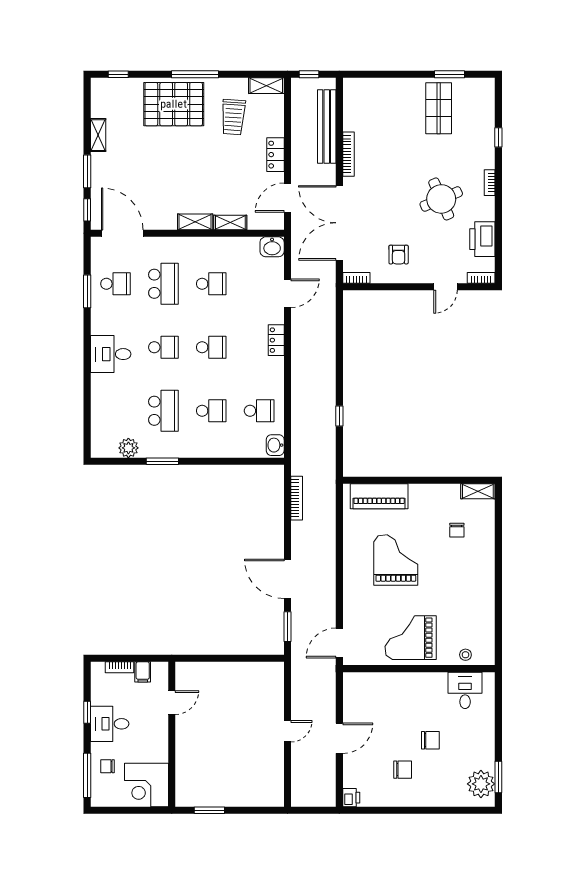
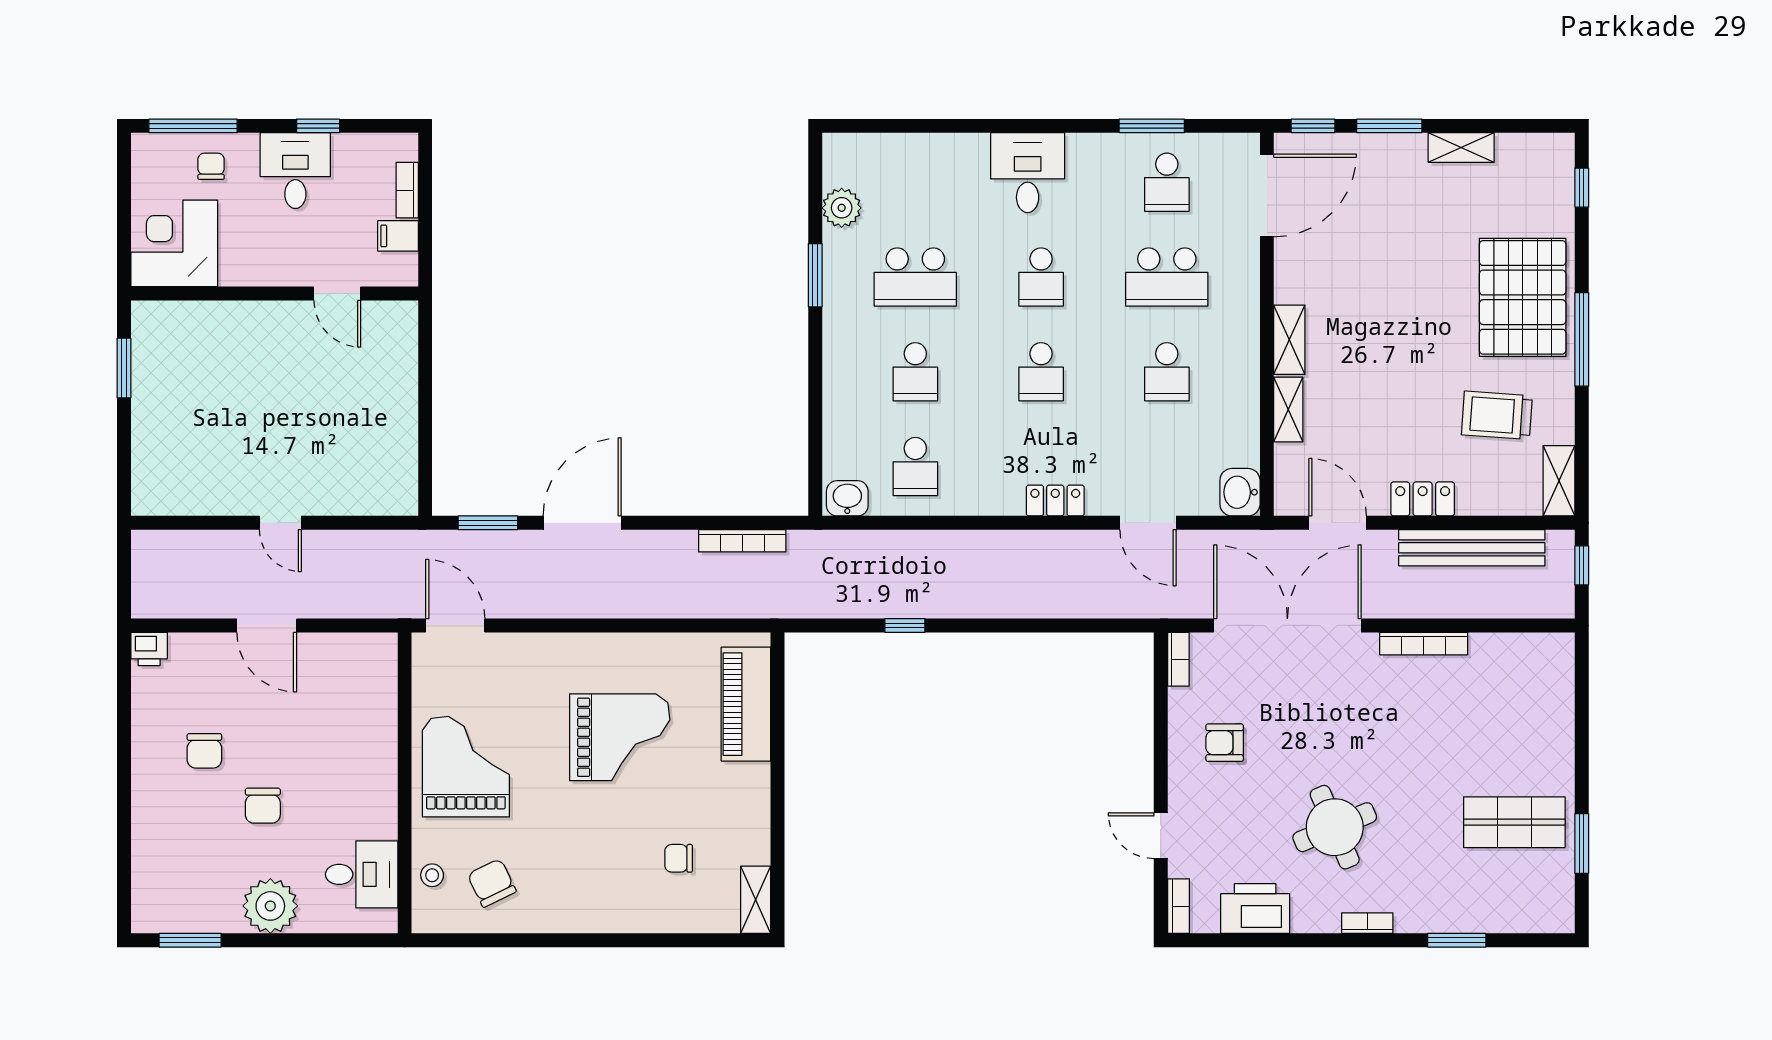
bench: (327, 126) -> (1472, 548), moved
window: (498, 137) -> (1457, 940), width x1.50
chair: (469, 625) -> (492, 883), added
plant: (481, 784) -> (270, 906), moved

